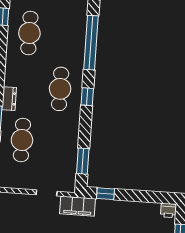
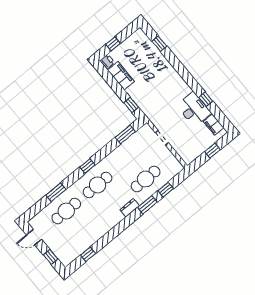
cafe table: (29, 33) -> (66, 211), moved
window: (91, 43) -> (56, 192), width x0.47
filing cabinet: (78, 206) -> (121, 76), moved

